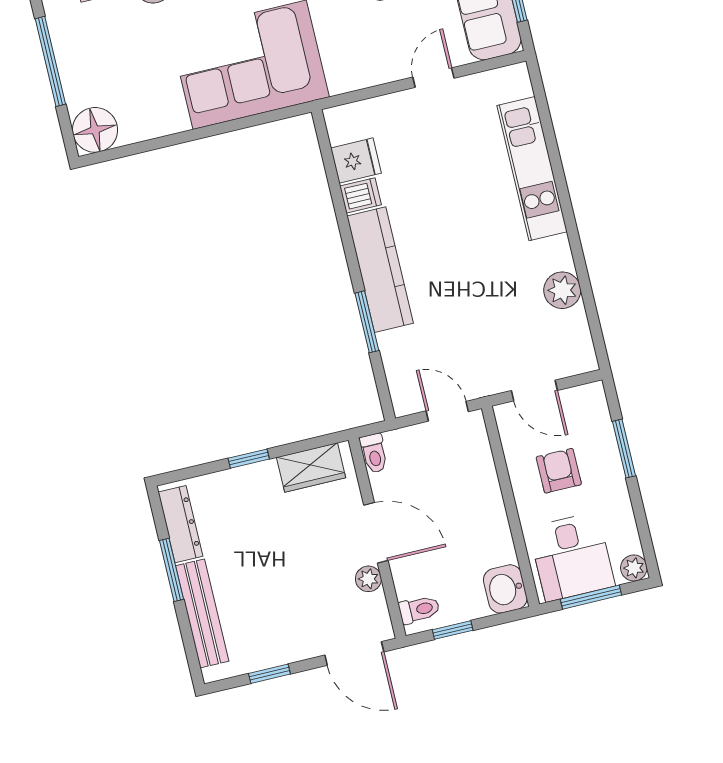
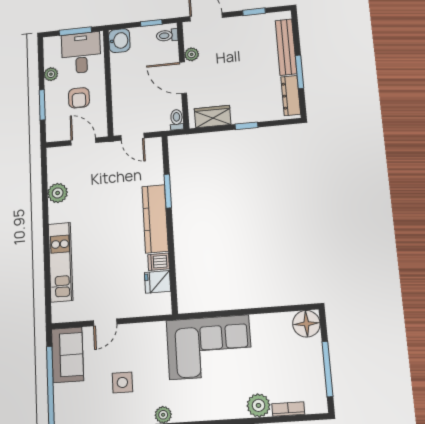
plant: (634, 568) -> (51, 74), moved

